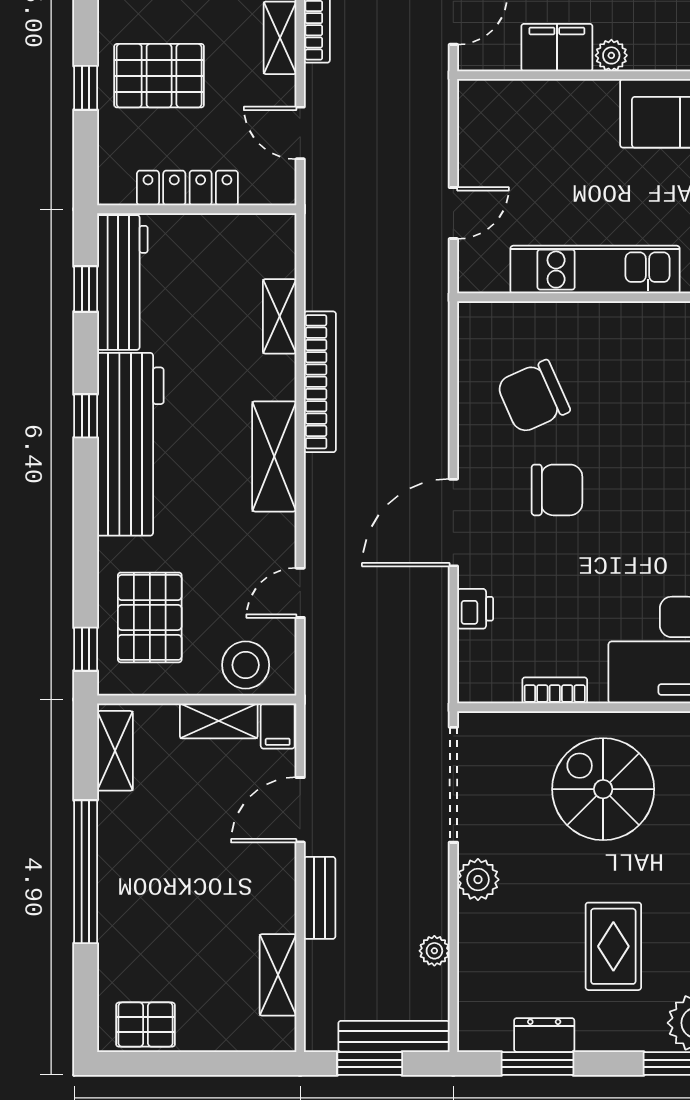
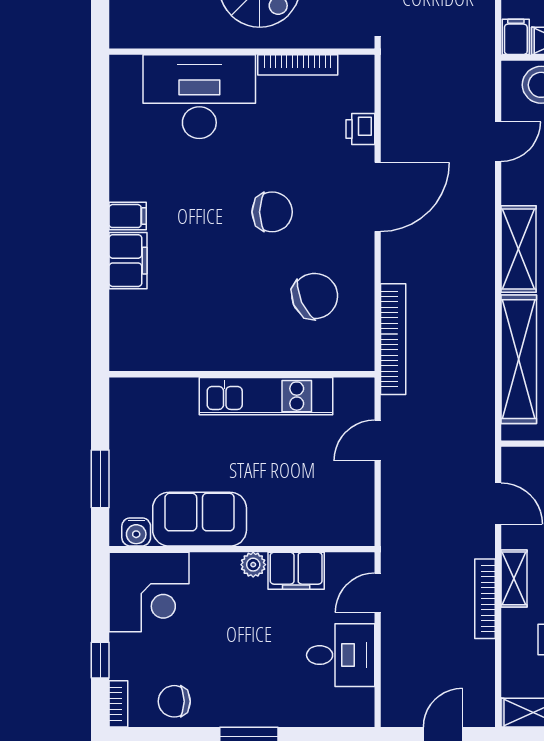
shelving: (280, 316) -> (519, 359), width x2.20, depth x1.33
bookcase: (320, 382) -> (393, 339), moved, turned 180
chair: (557, 490) -> (272, 212), moved, turned 180
bookcase: (555, 690) -> (298, 65), width x1.56

